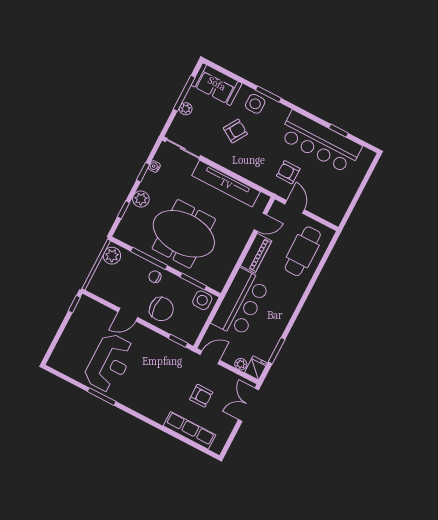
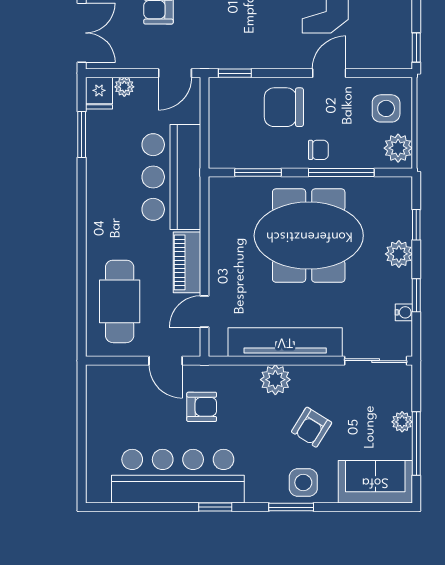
window: (338, 131) -> (215, 507), moved
plant: (242, 166) -> (275, 380), added
side table: (202, 300) -> (386, 108), moved

